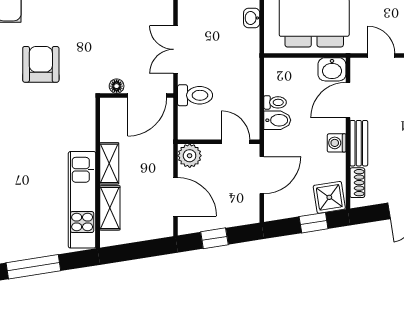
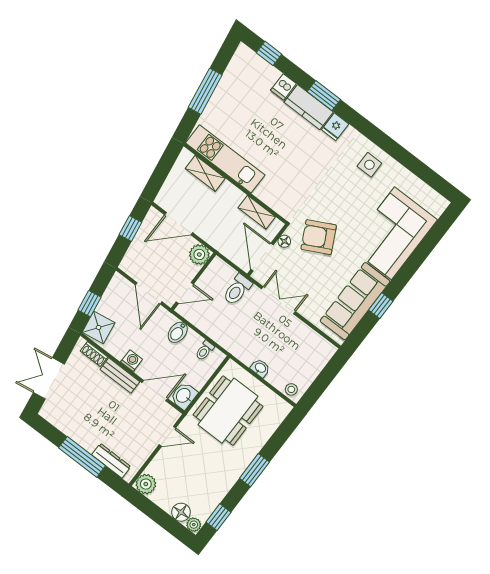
armchair: (41, 64) -> (319, 237), moved, turned 153
door: (348, 100) -> (155, 391), hinge flipped
toilet: (275, 102) -> (205, 351), moved
shelving: (109, 163) -> (257, 212), moved

